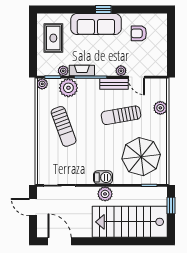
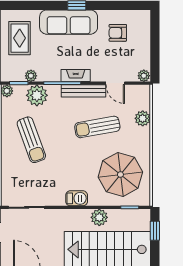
fireplace: (82, 71) -> (76, 76), moved
plant: (121, 71) -> (144, 76), moved
bench: (114, 84) -> (83, 91), width x1.36
plant: (105, 194) -> (99, 217), moved

